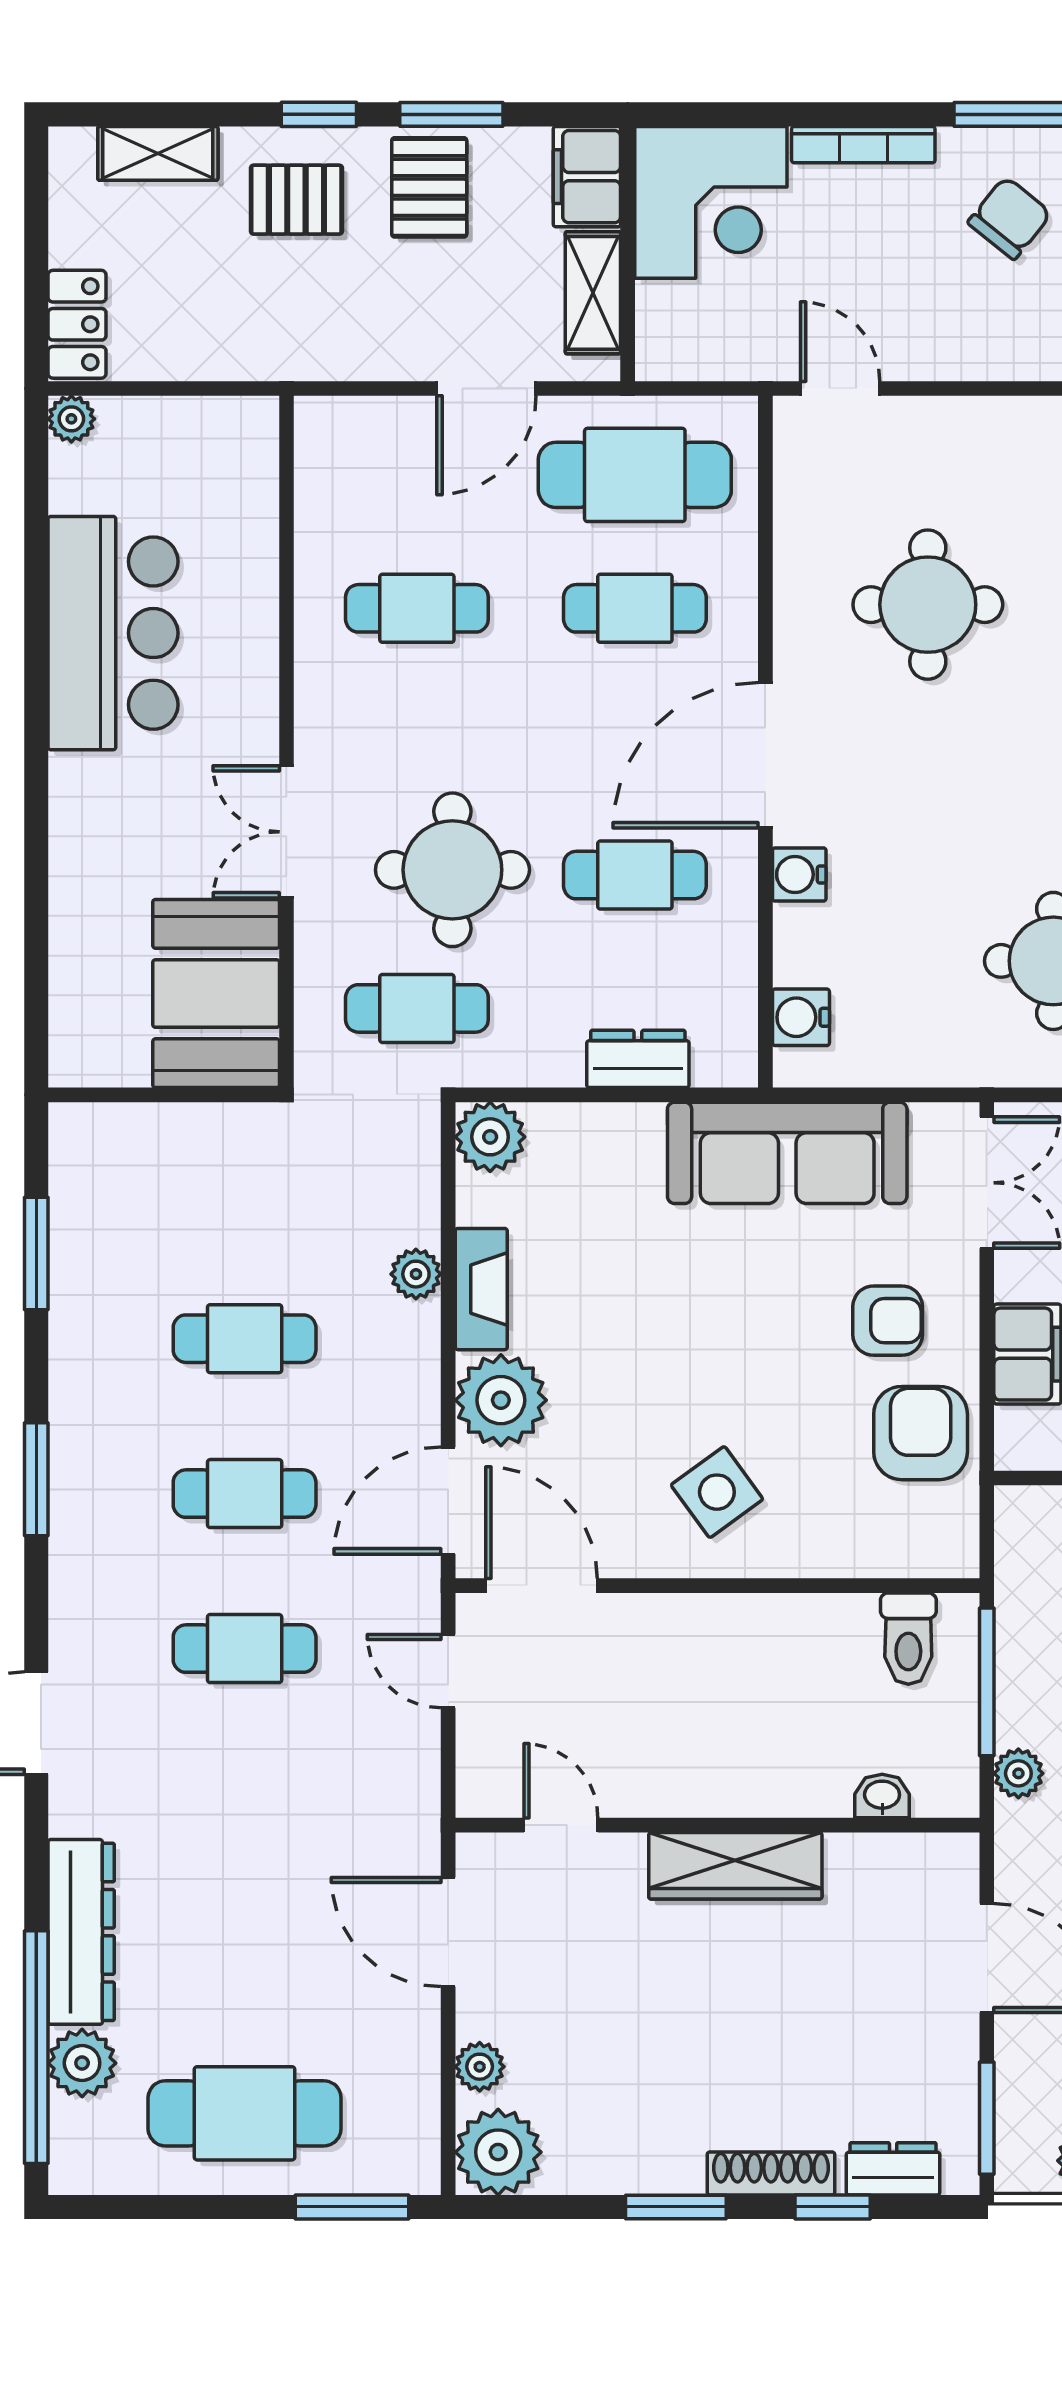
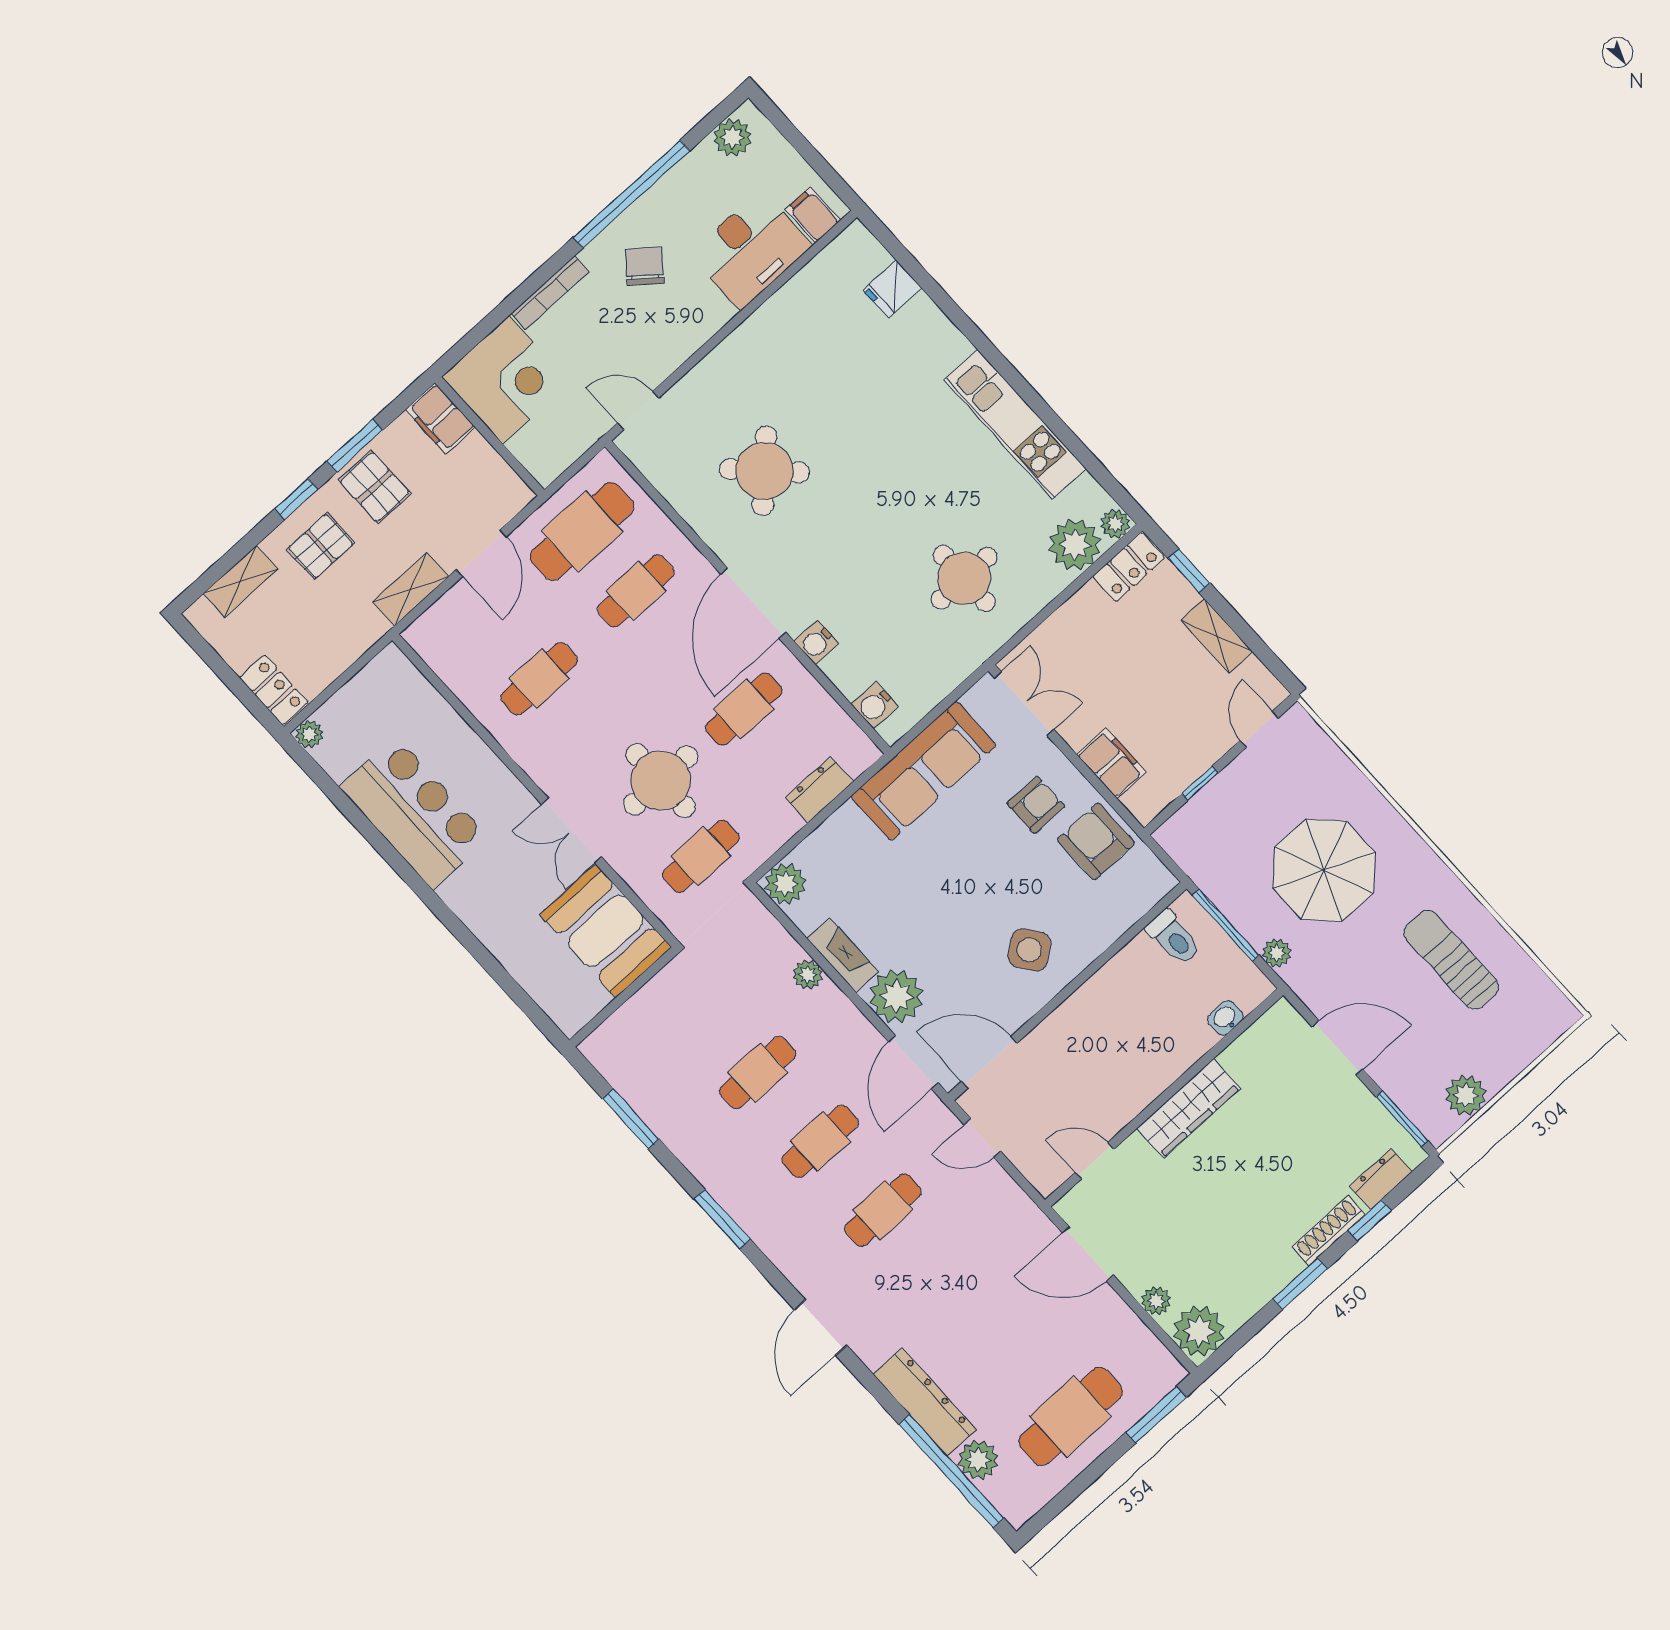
shelving: (593, 293) -> (411, 589), moved, turned 90
round table: (928, 605) -> (764, 471), turned 45

